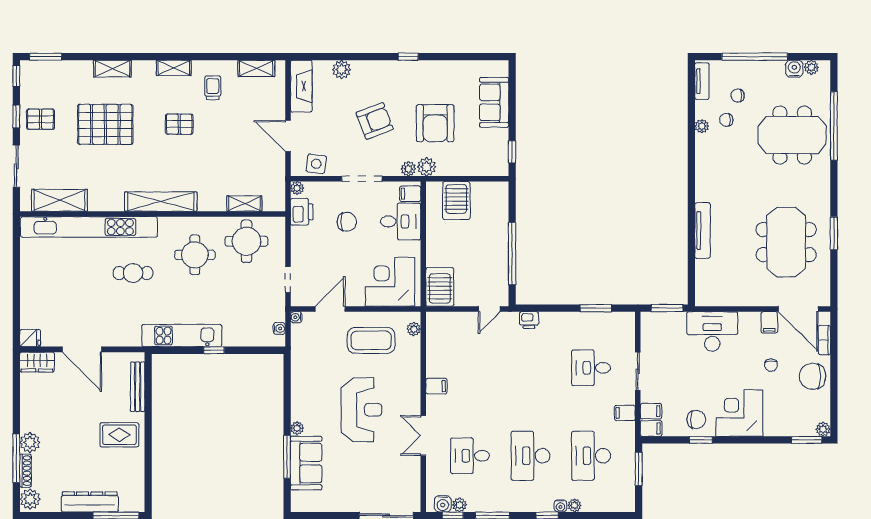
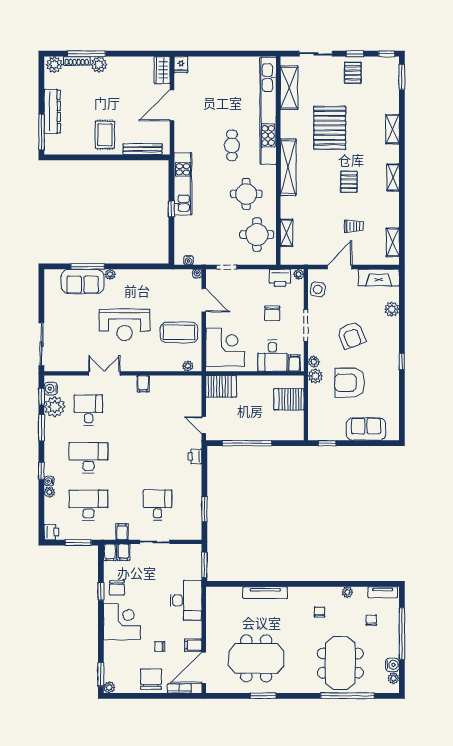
trolley: (213, 88) -> (354, 226), moved
chair: (726, 120) -> (319, 612), moved
pallet: (105, 124) -> (330, 128), moved
coffee table: (371, 340) -> (179, 332), turned 90
printer: (625, 503) -> (51, 532), added
plant: (460, 505) -> (55, 407), width x1.88, depth x1.88

